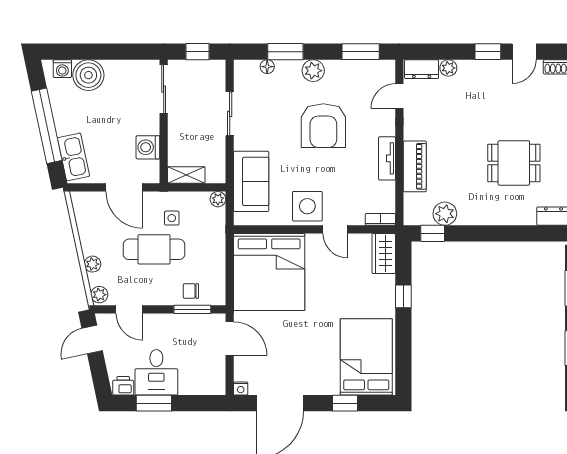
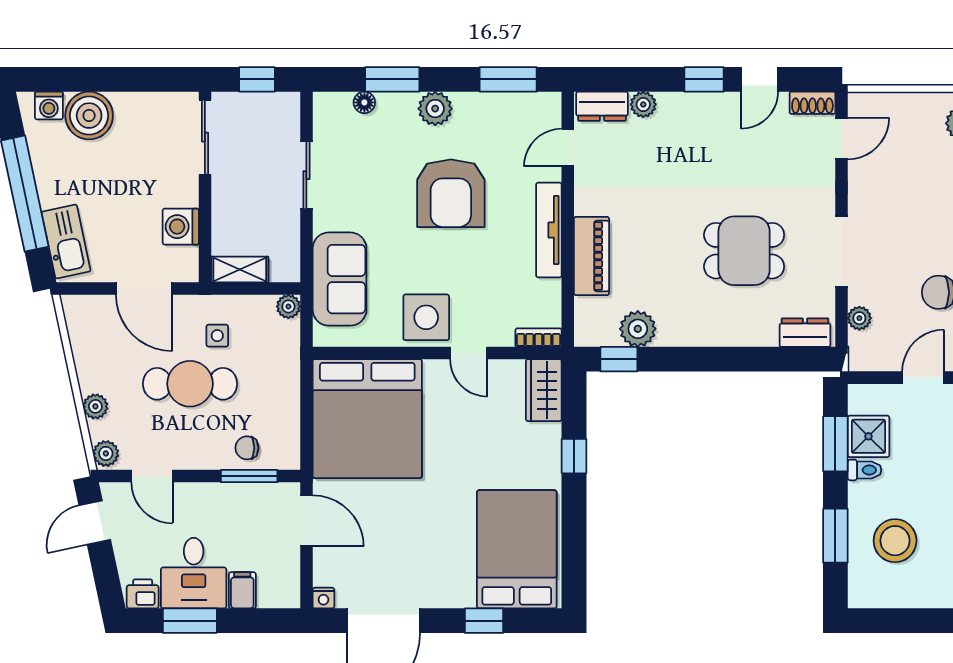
tv unit: (387, 158) -> (549, 230), width x1.41
filing cabinet: (188, 383) -> (242, 590), added

